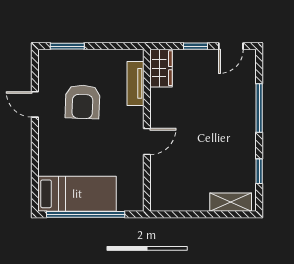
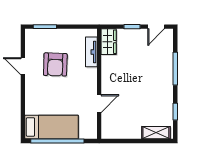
door: (147, 141) -> (99, 104), moved

